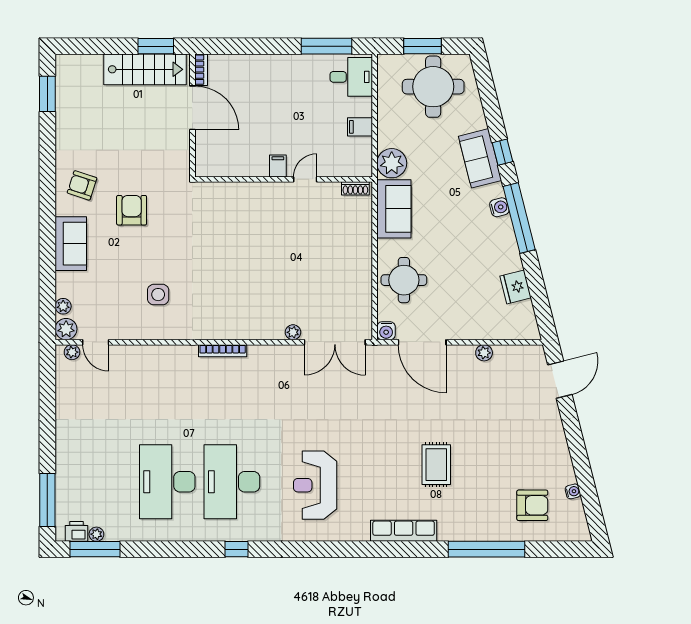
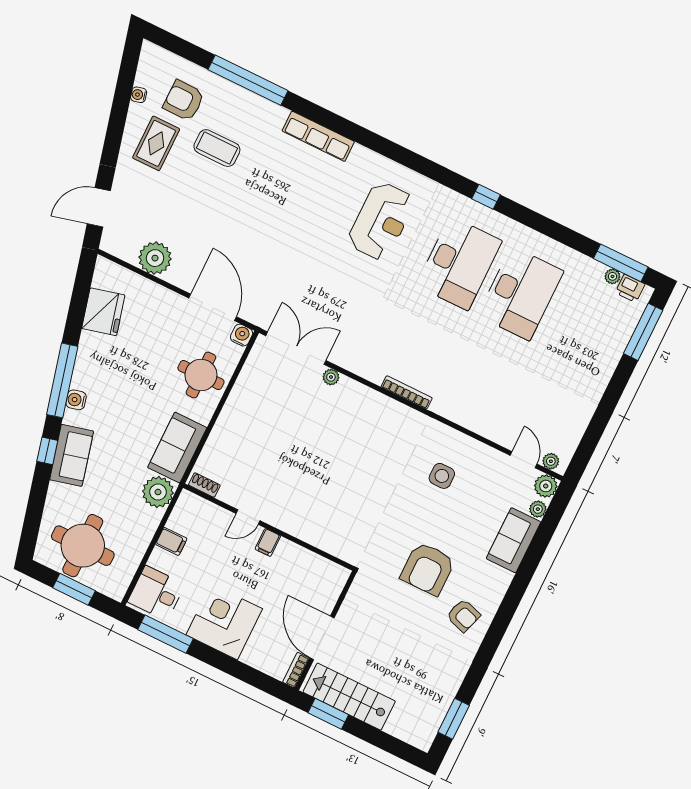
corner desk: (282, 81) -> (224, 622), added
armchair: (132, 210) -> (428, 569), width x1.36, depth x1.36
sofa: (71, 244) -> (513, 540), moved
fridge: (516, 287) -> (103, 312), width x1.36, depth x1.34
plant: (484, 353) -> (155, 258), width x1.87, depth x1.87
rug: (436, 465) -> (156, 143), moved
coffee table: (484, 479) -> (217, 148), added

